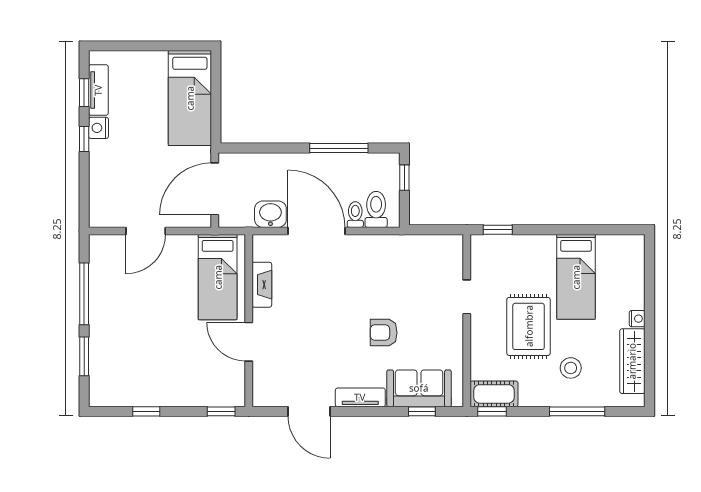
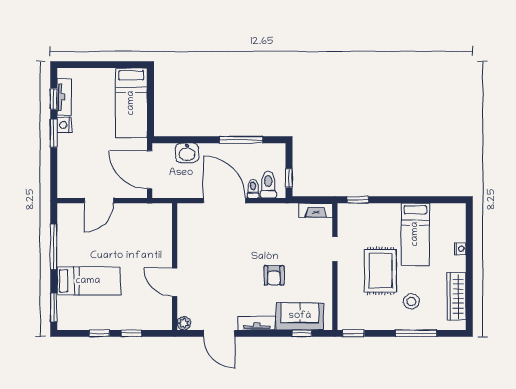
window: (84, 139) -> (54, 133), width x1.50
window: (404, 178) -> (289, 178), moved
door: (215, 189) -> (150, 170), hinge flipped
washbasin: (270, 214) -> (187, 153), moved, turned 180
bed: (218, 277) -> (88, 281), moved, turned -90
fireplace: (262, 285) -> (316, 210), moved, turned 90
nightstand: (637, 319) -> (460, 249), moved
armchair: (384, 333) -> (274, 275), turned -90
window: (84, 356) -> (54, 307), moved
cot: (494, 394) -> (355, 320), removed
plant: (261, 398) -> (184, 323), added
window: (221, 411) -> (132, 333), moved

